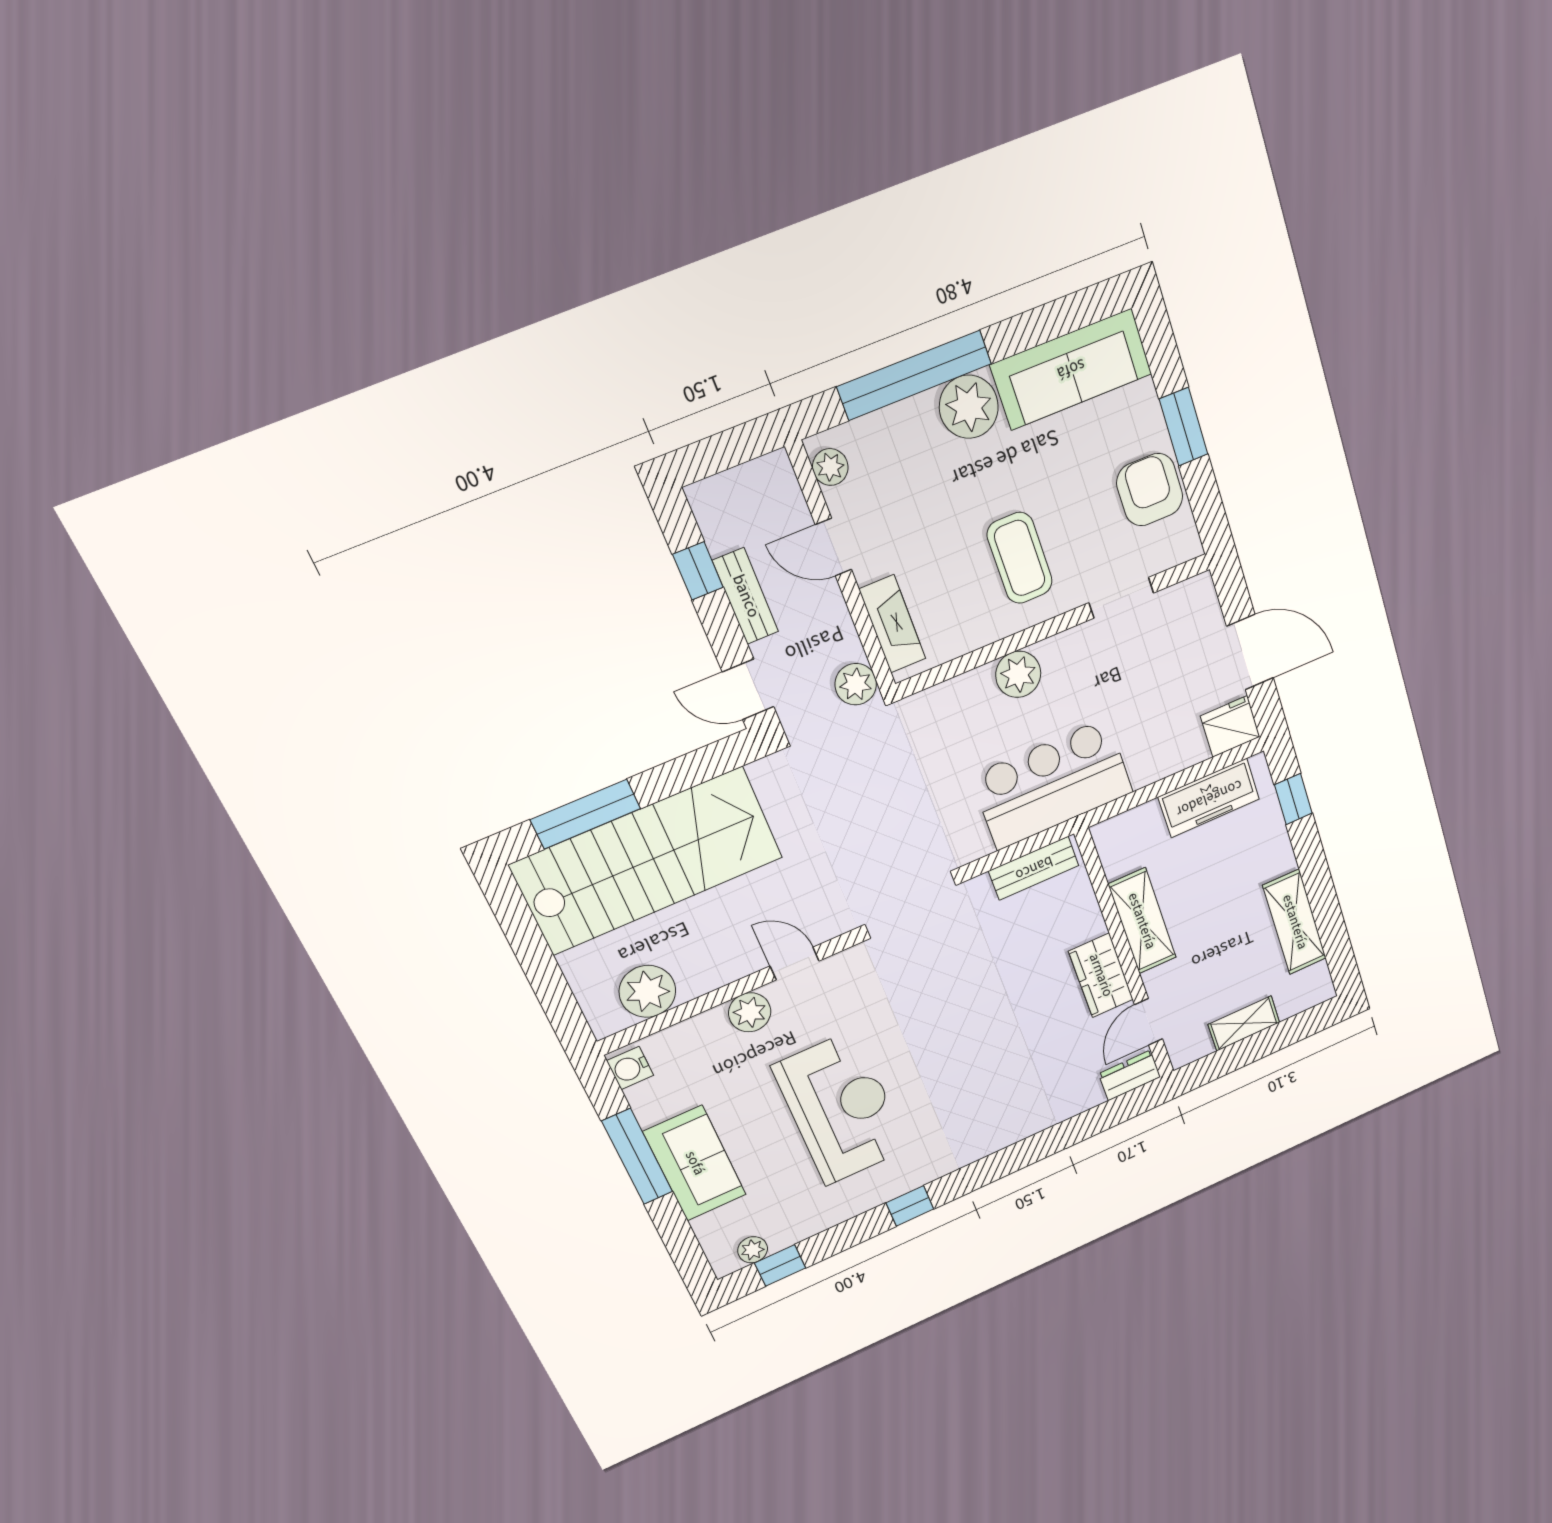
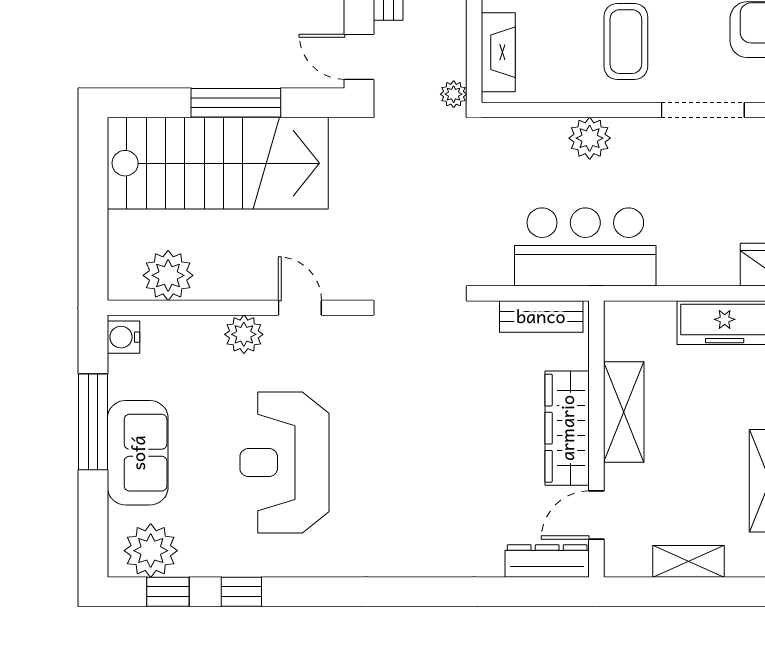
doorway: (1121, 598) -> (703, 110), width x1.38
plant: (856, 684) -> (454, 94), width x0.73, depth x0.73
window: (586, 814) -> (236, 103), moved
wardrobe: (1101, 975) -> (567, 428), width x1.50
dresser: (1130, 1075) -> (547, 561), width x1.44
reception desk: (841, 1108) -> (284, 463), turned 180
window: (910, 1206) -> (241, 592), moved
plant: (753, 1250) -> (151, 551), width x1.88, depth x1.88

